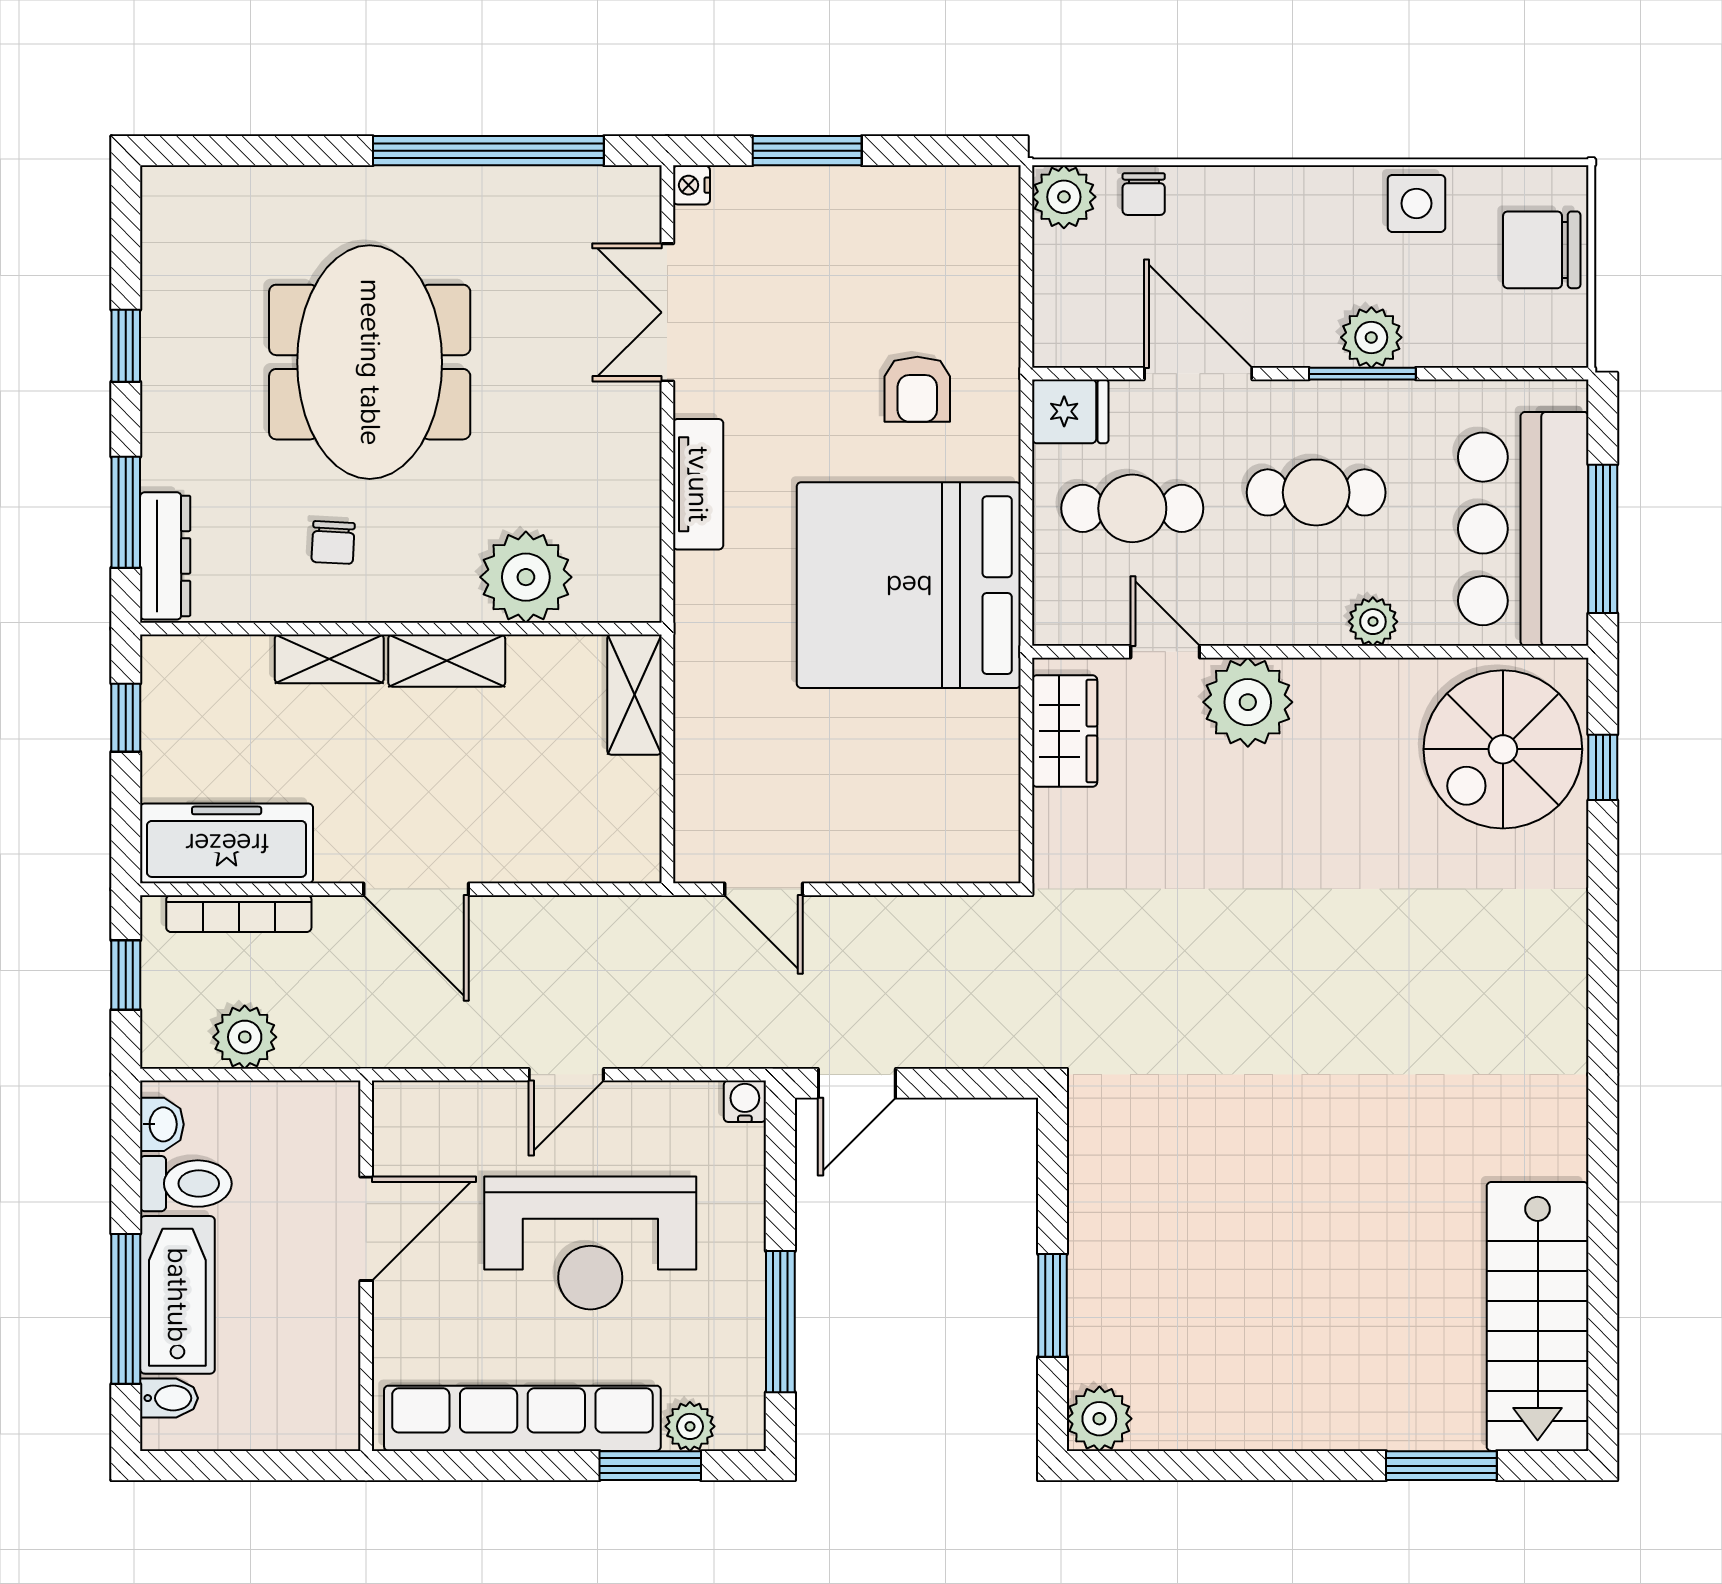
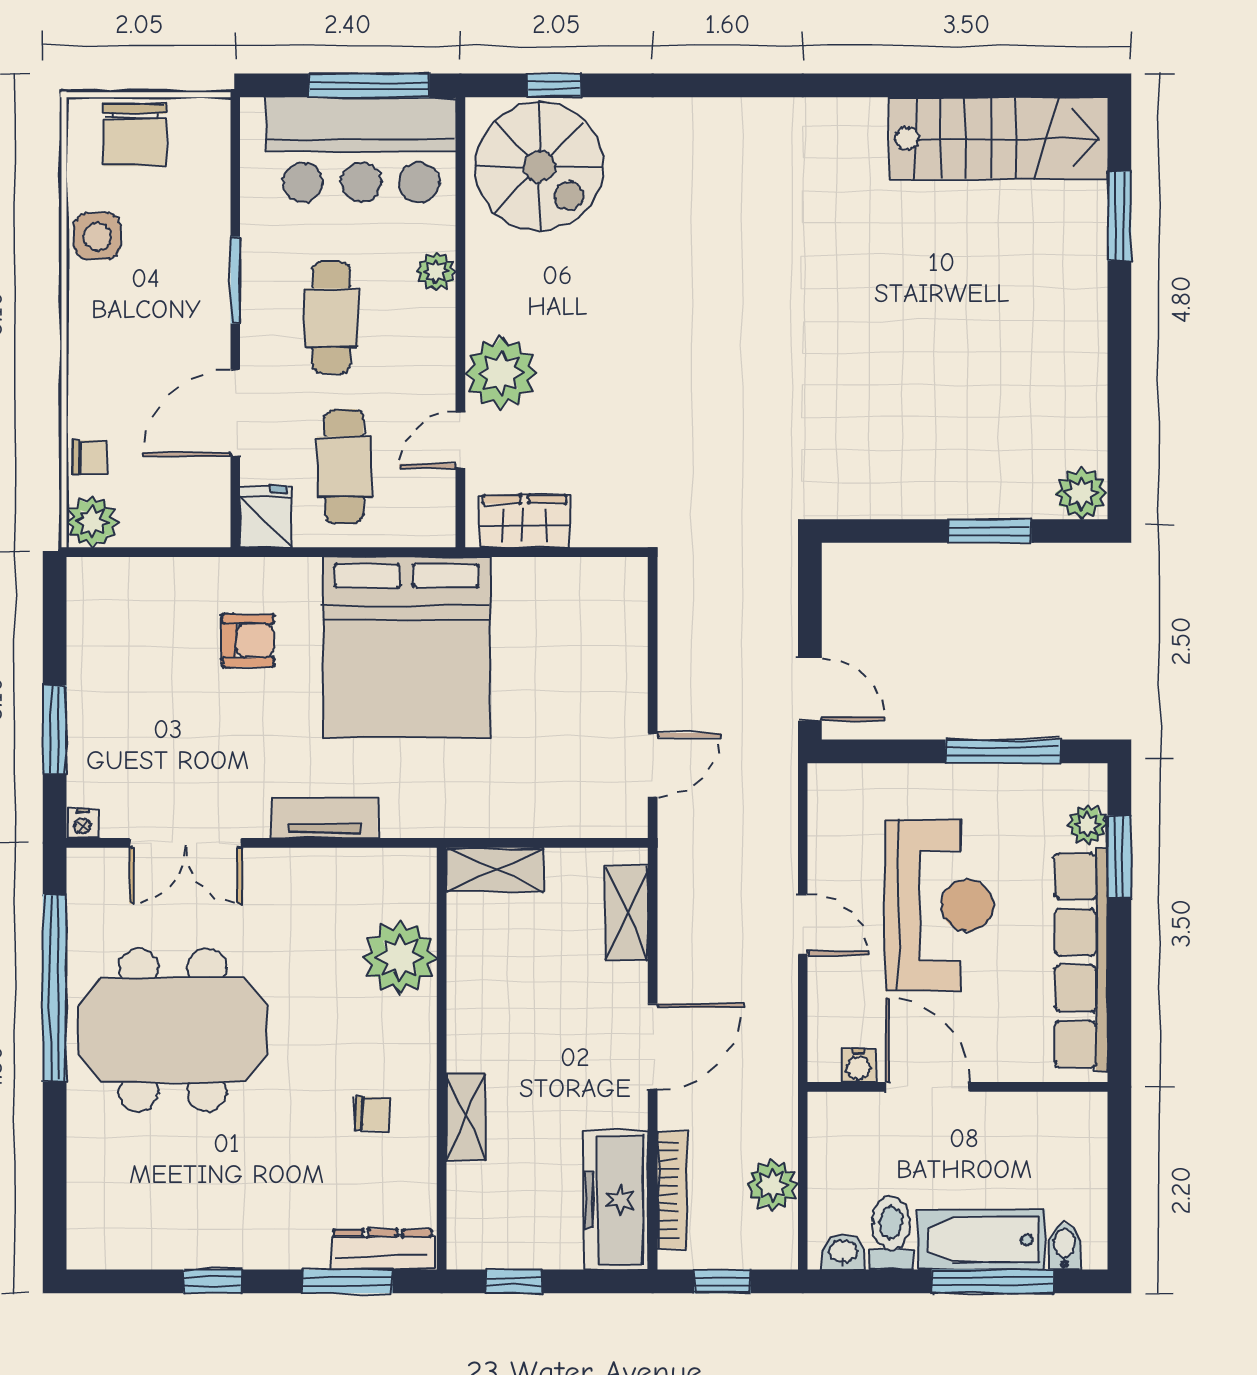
plant: (1371, 337) -> (206, 273), removed
meeting table: (370, 362) -> (173, 1030), moved
shelving: (447, 661) -> (627, 913), moved
water cooler: (745, 1101) -> (858, 1065), moved, turned -90

